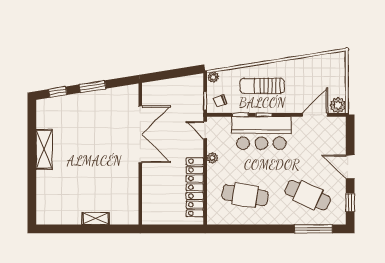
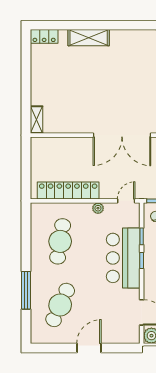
shelving: (44, 149) -> (89, 38), moved
window: (350, 203) -> (53, 348), removed
locker: (43, 211) -> (44, 36), added
shelving: (96, 218) -> (37, 120), moved
window: (313, 229) -> (26, 290), moved

